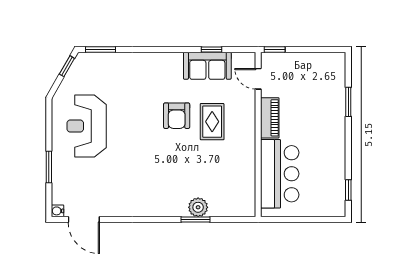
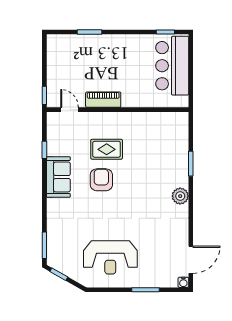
sofa: (207, 66) -> (58, 177), moved
door: (258, 79) -> (70, 110), swing flipped
armchair: (177, 116) -> (101, 180), turned -90
bar counter: (280, 174) -> (172, 66), moved, turned -90
plant: (198, 207) -> (180, 196), moved

